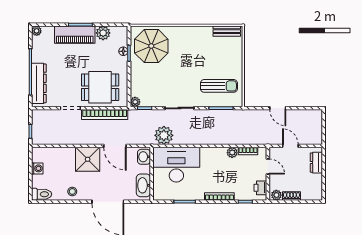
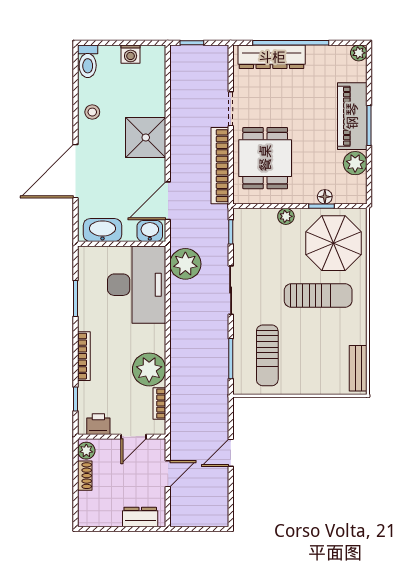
sun lounger: (183, 55) -> (318, 296), added
plant: (135, 102) -> (286, 216), moved
door: (115, 146) -> (168, 201), moved
plant: (232, 153) -> (149, 369), width x1.87, depth x1.87

